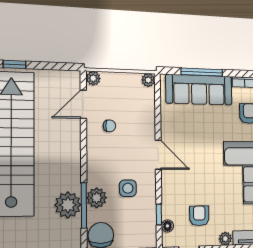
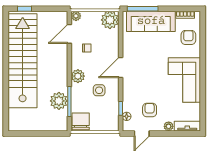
window: (202, 72) -> (143, 9), moved
plant: (148, 80) -> (110, 20), width x1.88, depth x1.88
door: (158, 155) -> (121, 67), swing flipped
plant: (97, 198) -> (78, 76), moved

